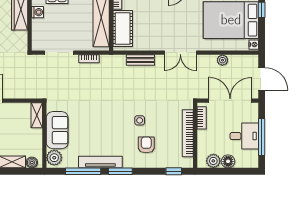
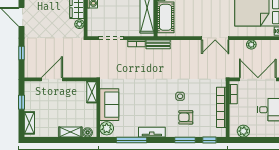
plant: (22, 36) -> (79, 24), added
bench: (140, 60) -> (158, 44), moved
armchair: (146, 145) -> (186, 117), turned -90
floor lamp: (228, 161) -> (256, 131), removed
tv unit: (100, 162) -> (152, 132), width x0.71
window: (120, 171) -> (185, 140), moved

